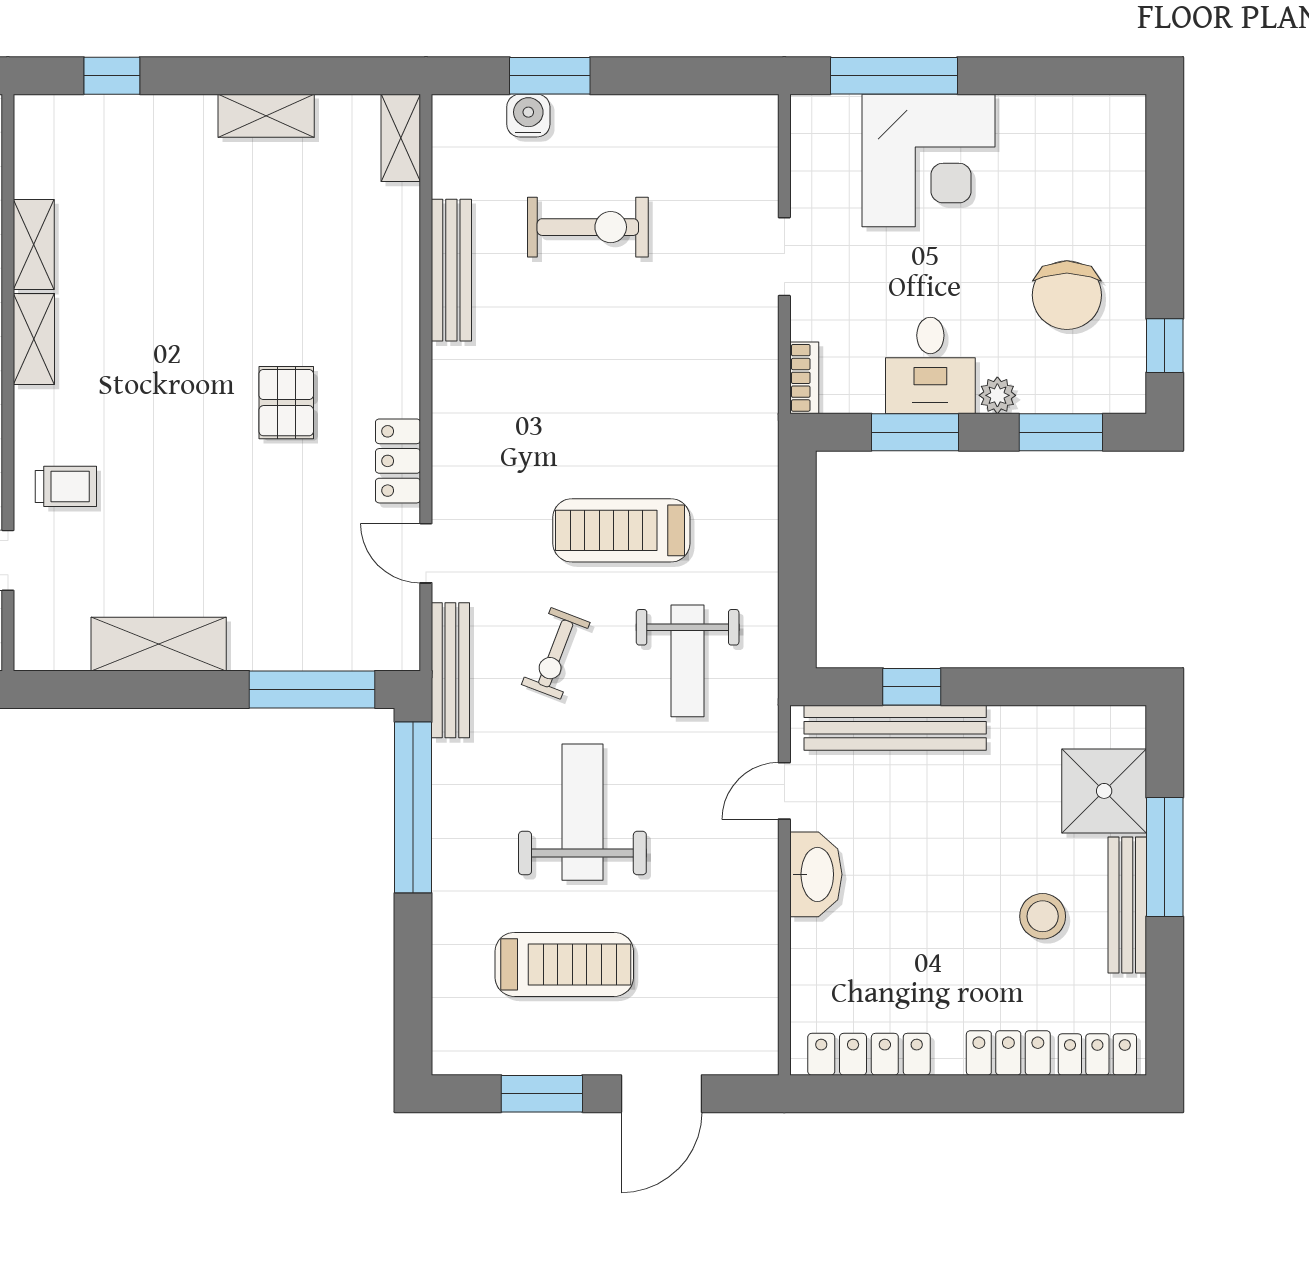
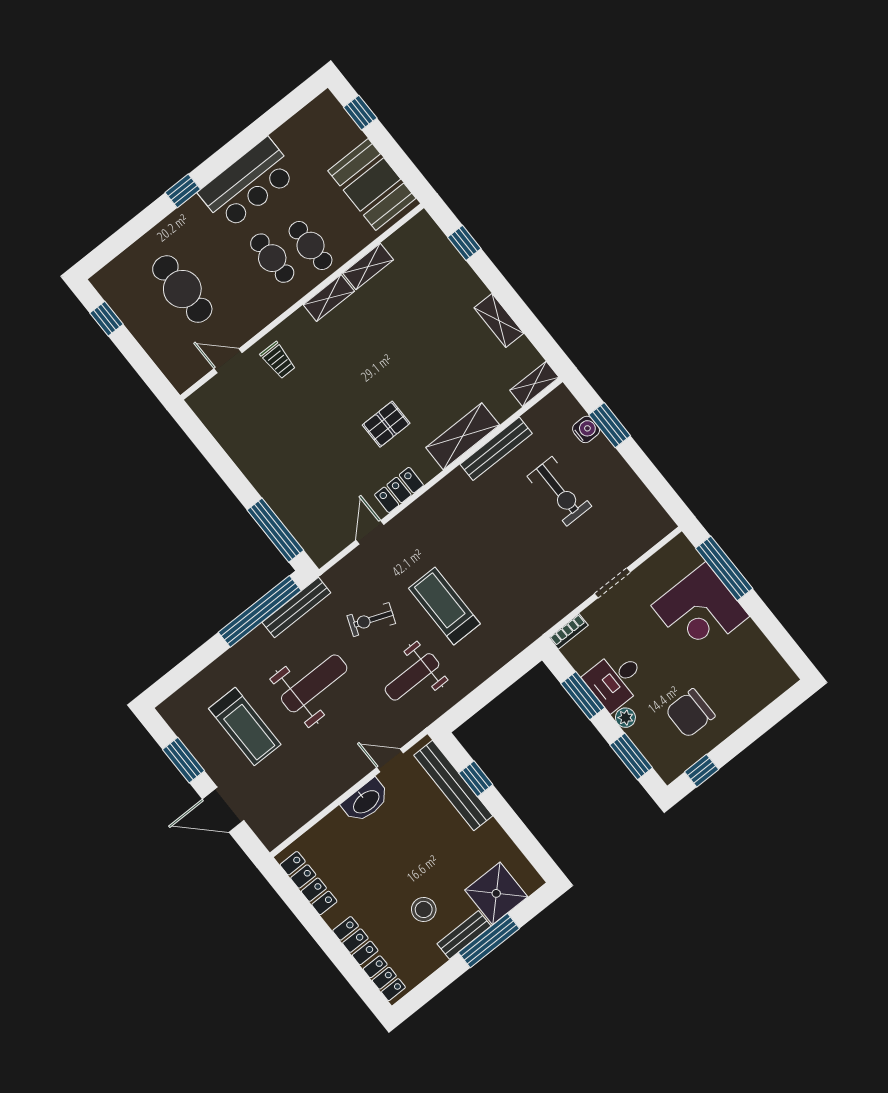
shelving: (159, 644) -> (463, 436), moved, turned 90
bench: (450, 670) -> (296, 608), moved
bench: (1127, 905) -> (464, 935), width x0.73

